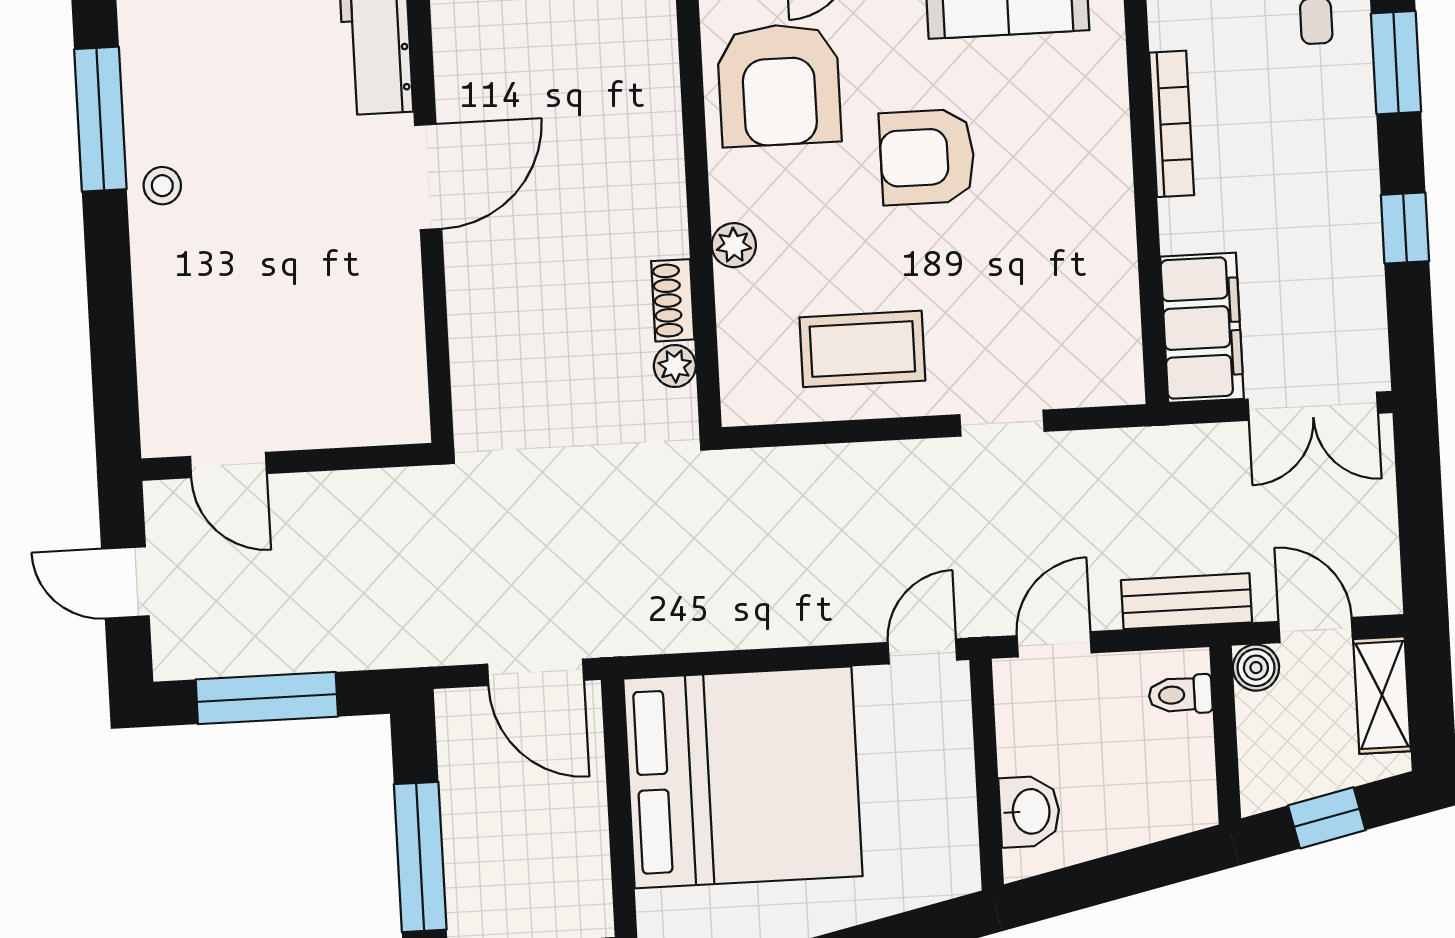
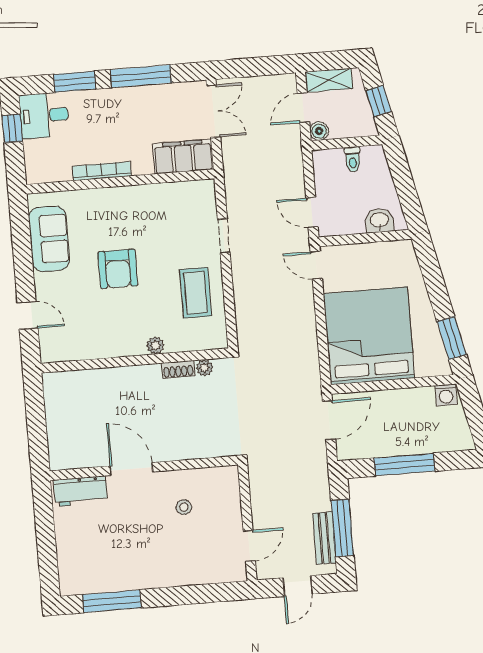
armchair: (779, 85) -> (90, 329), removed
stool: (162, 186) -> (184, 507), moved
window: (1405, 228) -> (141, 76), width x2.17
bench: (1187, 601) -> (324, 538), moved
toilet: (1180, 695) -> (353, 159), moved

